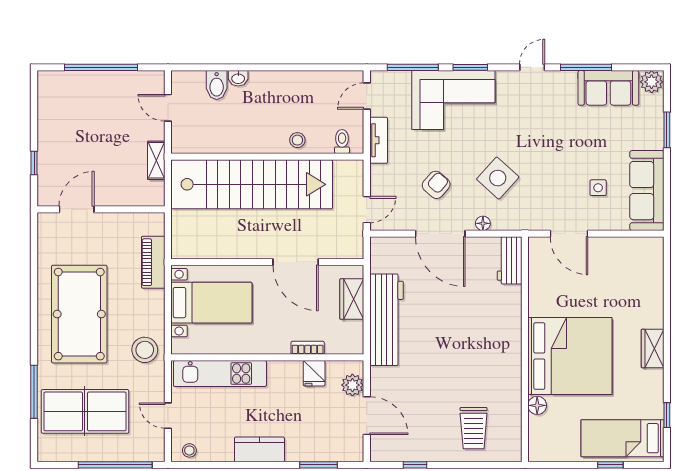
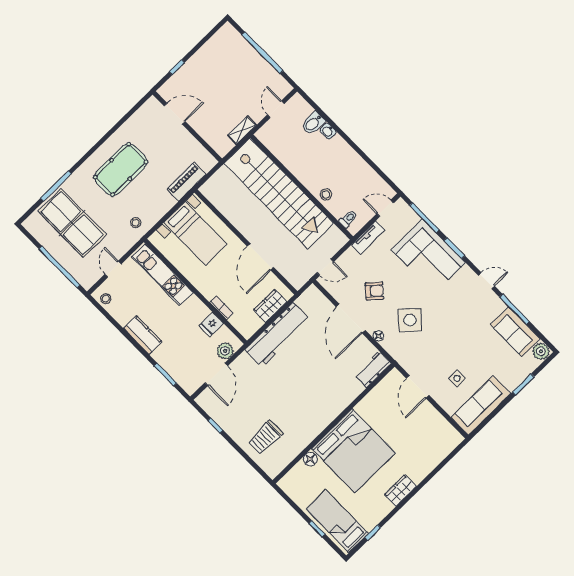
pool table: (79, 314) -> (121, 169), width x0.73, depth x0.76
stool: (145, 350) -> (136, 223), width x0.53, depth x0.53

